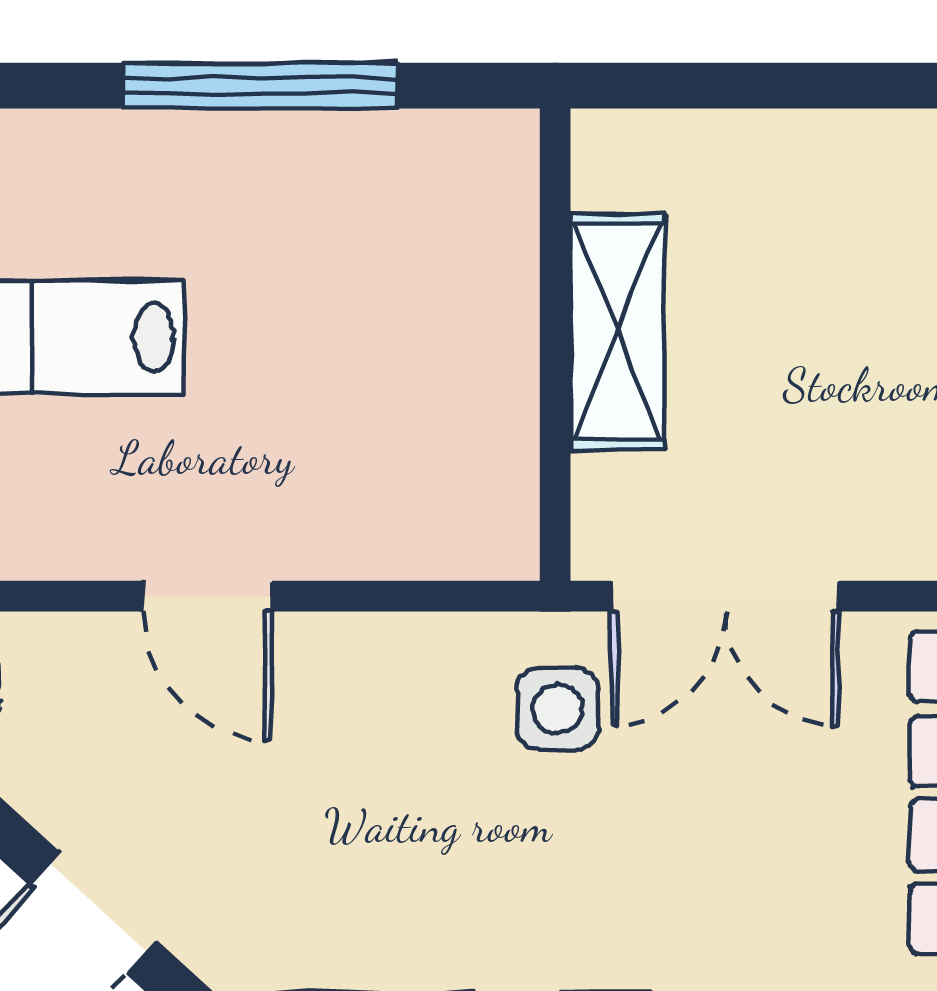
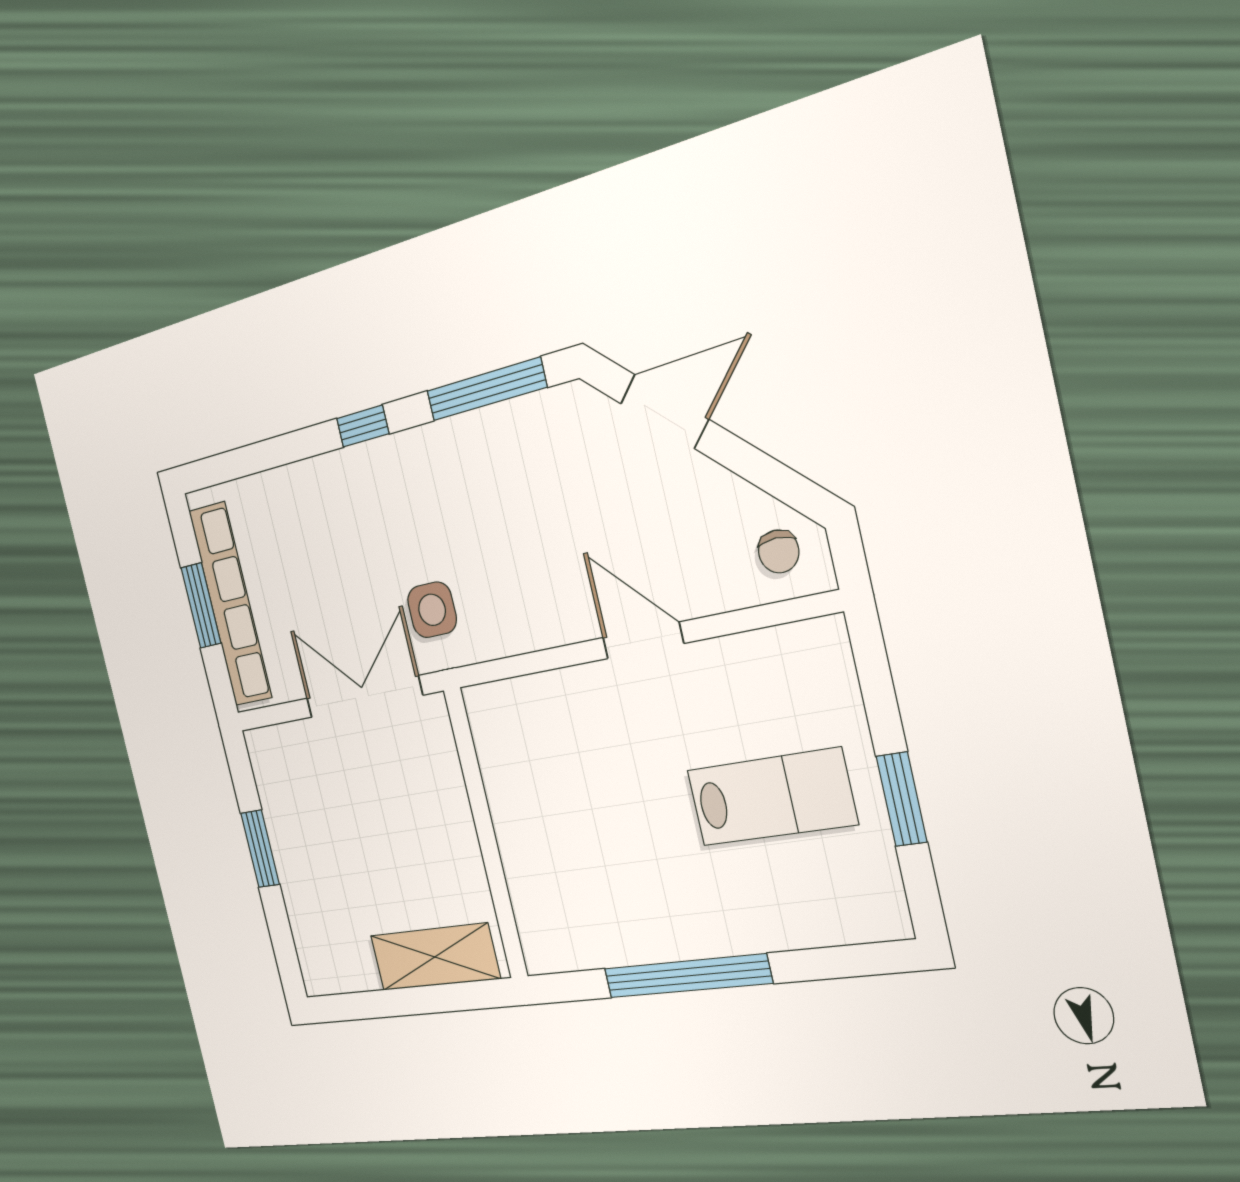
shelving: (617, 331) -> (435, 957), moved, turned 90

